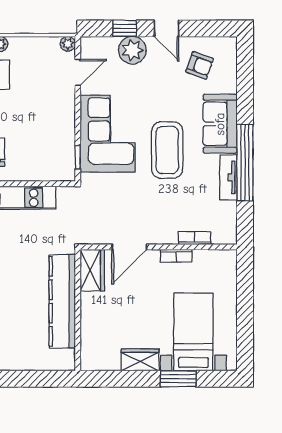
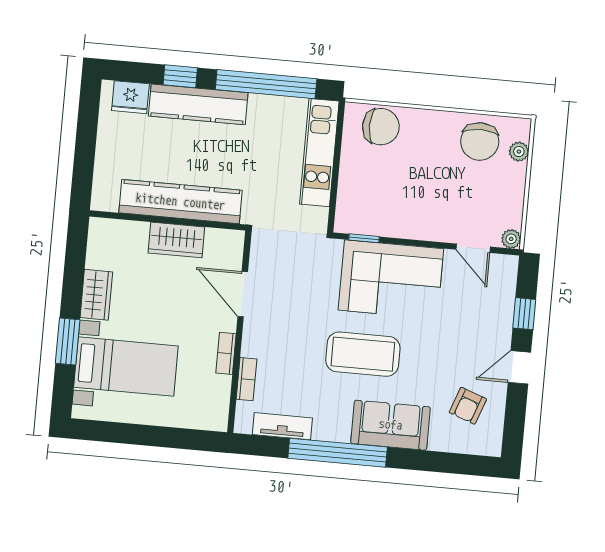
plant: (132, 50) -> (495, 321), removed
tv unit: (228, 177) -> (282, 426), moved
wardrobe: (92, 270) -> (176, 240), moved

